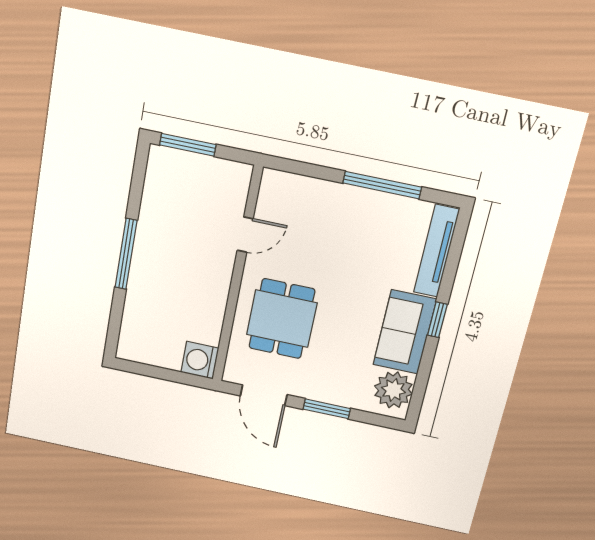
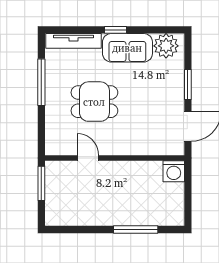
window: (188, 145) -> (41, 183), moved
window: (126, 254) -> (136, 229), moved
dining table: (282, 319) -> (94, 102), moved

